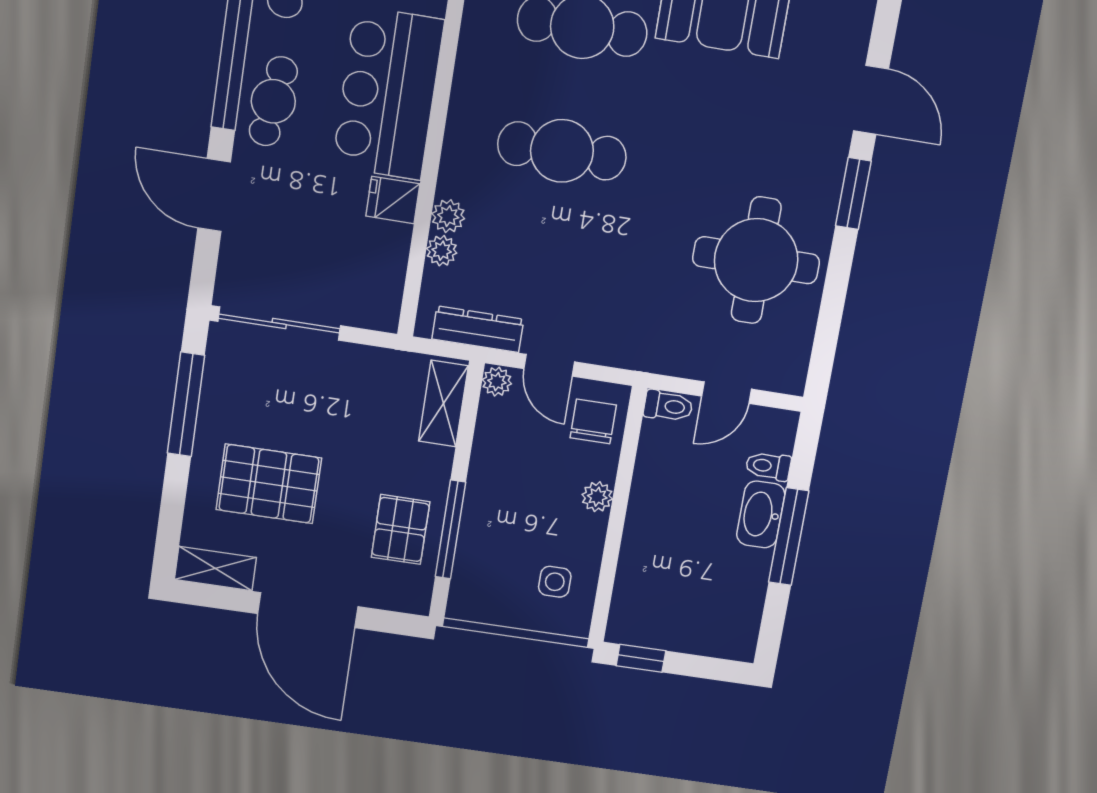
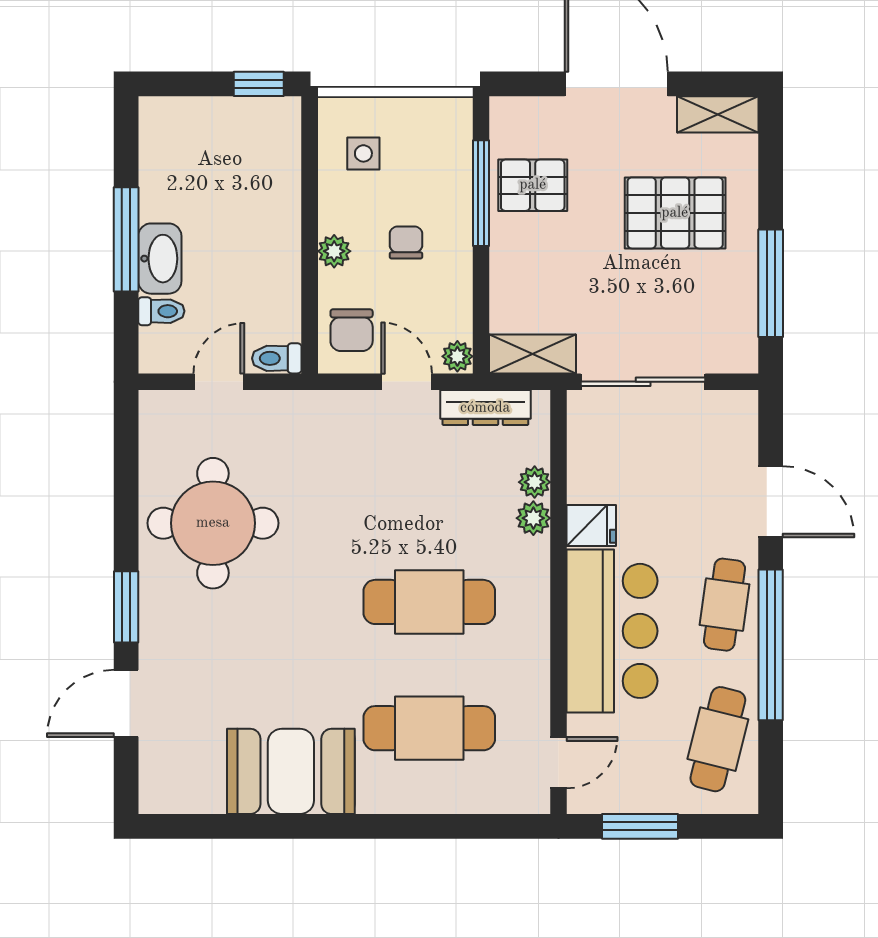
door: (871, 100) -> (126, 703), hinge flipped
sliding door: (279, 324) -> (643, 382), moved
shelving: (443, 404) -> (532, 354), moved, turned 90
chair: (528, 495) -> (406, 242), added
pallet: (401, 529) -> (533, 185), turned 90

